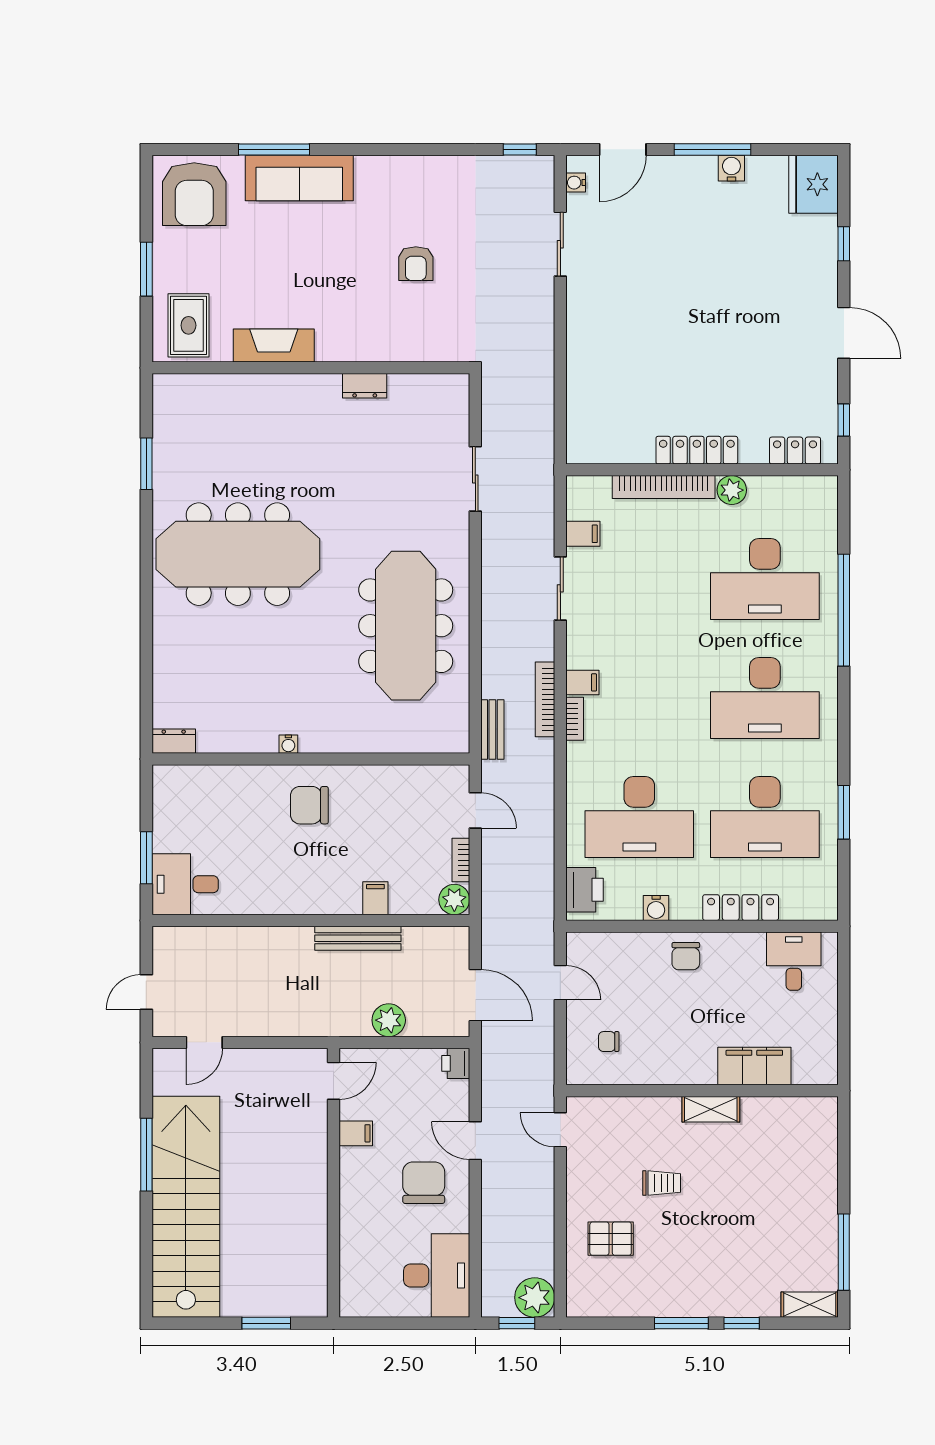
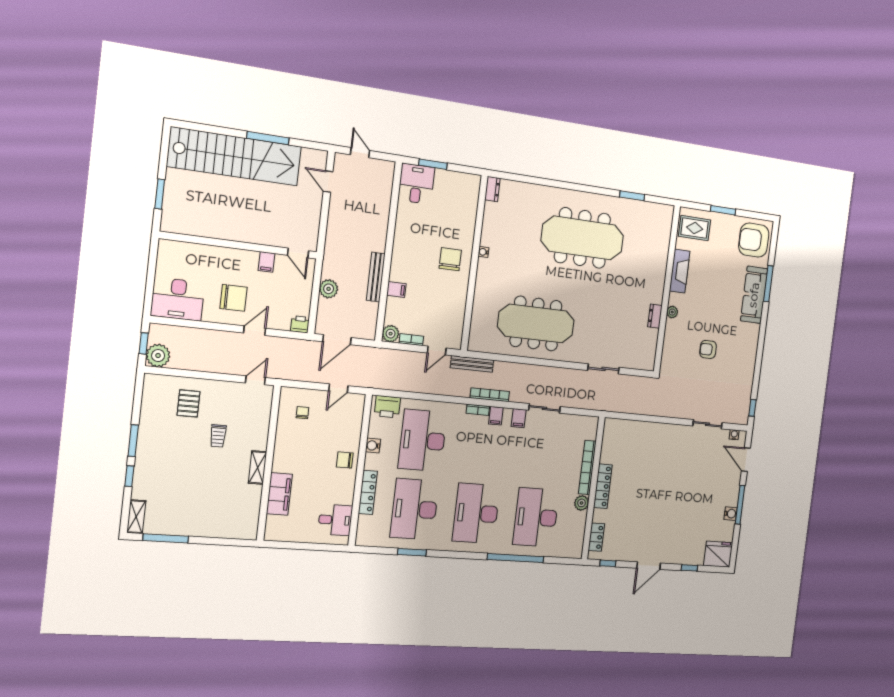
plant: (353, 350) -> (672, 312), added
filing cabinet: (583, 534) -> (519, 418), moved
meeting table: (238, 554) -> (582, 238), turned 90
bench: (492, 730) -> (472, 364), width x1.36

